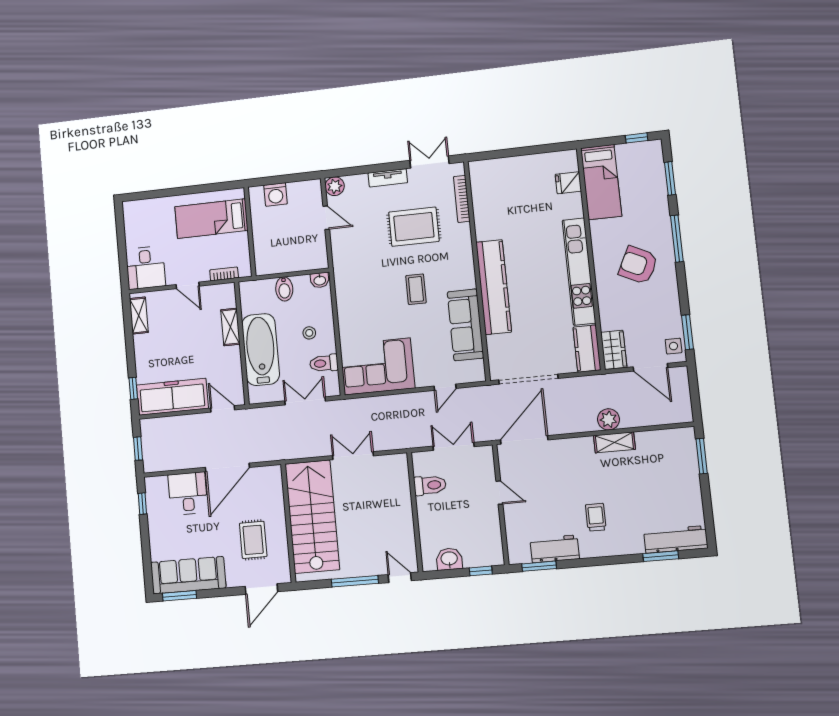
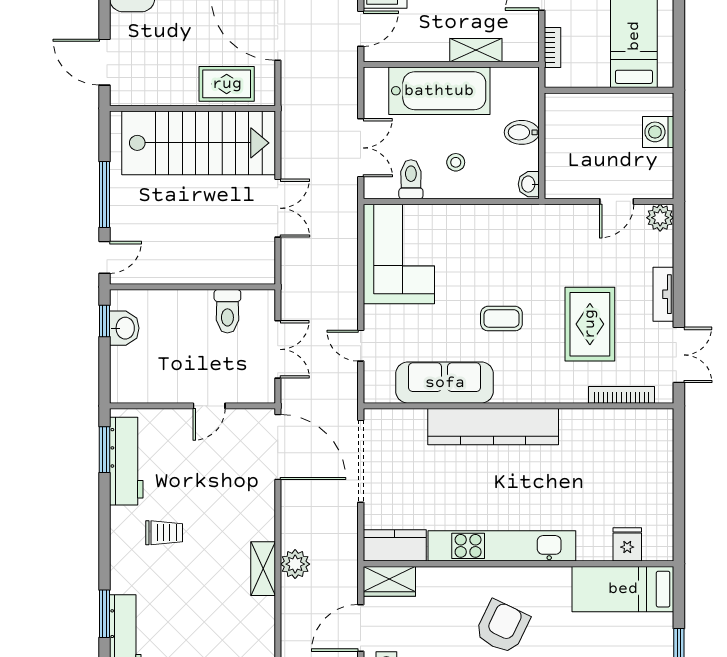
rug: (253, 540) -> (227, 84), moved
workbench: (555, 549) -> (126, 461), width x1.37
window: (481, 571) -> (105, 321), moved

